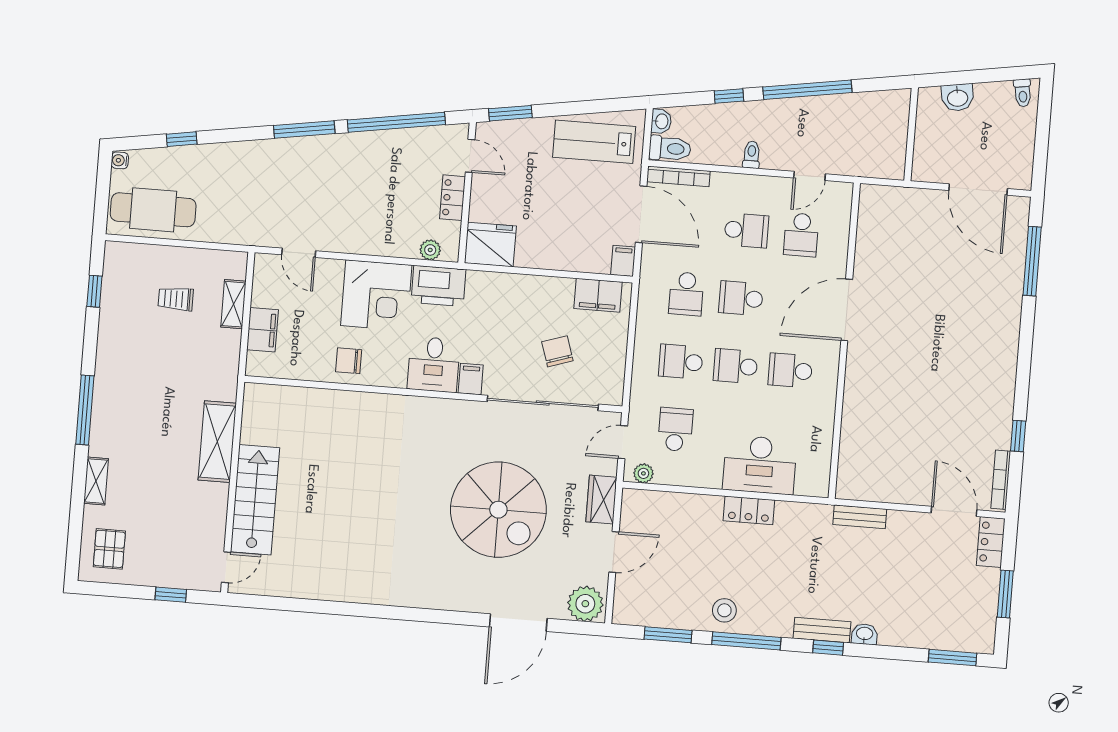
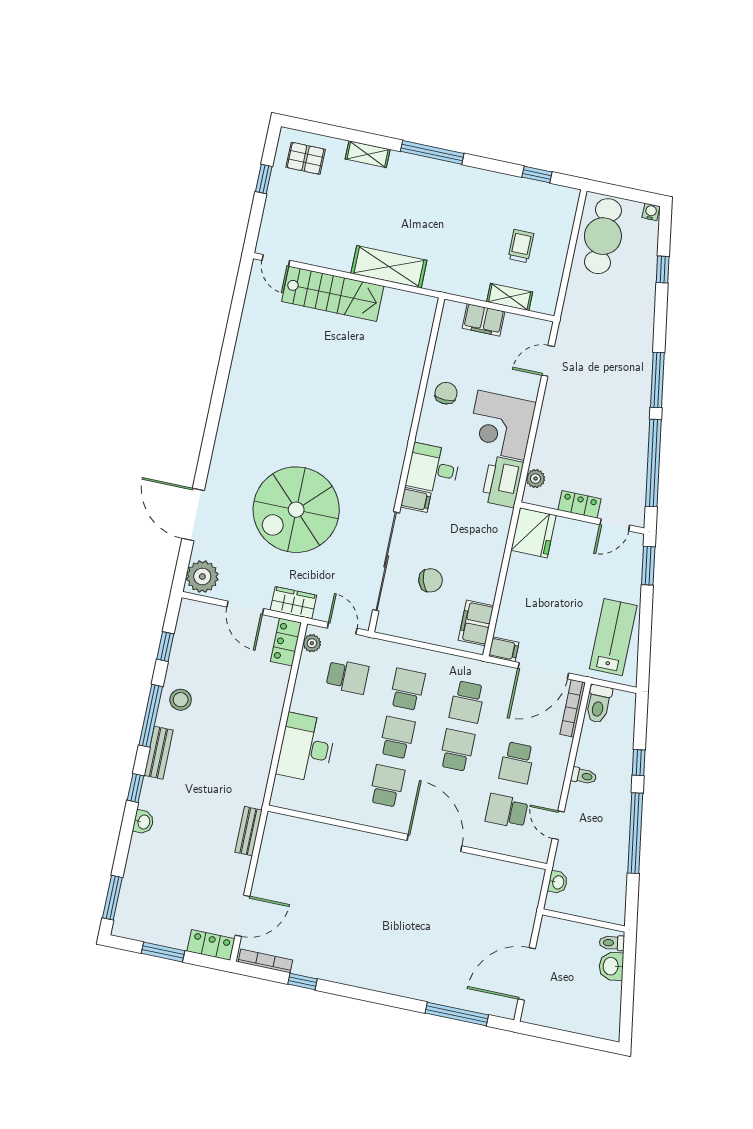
toilet: (1023, 93) -> (612, 943), moved
washbasin: (661, 121) -> (558, 882), moved, turned -90
school desk: (686, 294) -> (467, 702), turned -90
locker: (749, 510) -> (286, 642), moved
window: (171, 595) -> (264, 179), moved
bench: (822, 630) -> (159, 753), moved
window: (668, 635) -> (165, 647), width x0.67

